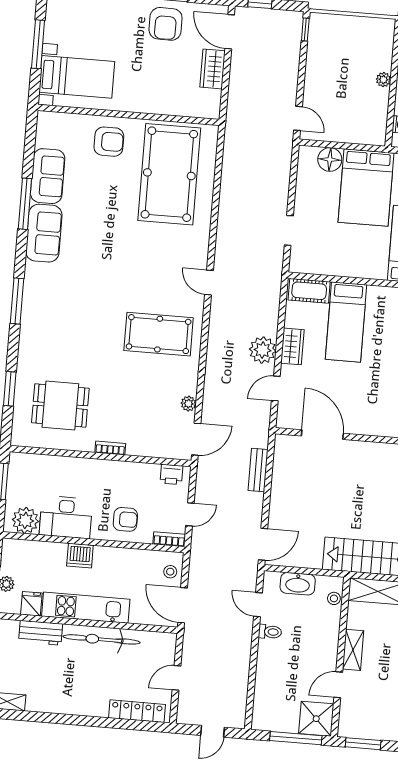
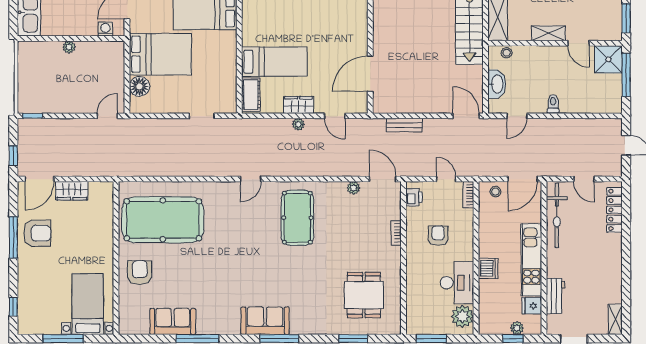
sofa: (44, 233) -> (265, 321), moved
plant: (263, 350) -> (298, 124), width x0.53, depth x0.53
bookcase: (110, 448) -> (396, 233), moved
armchair: (125, 519) -> (438, 236), moved
toilet: (270, 632) -> (553, 104), moved
bicycle: (102, 639) -> (557, 215), moved

